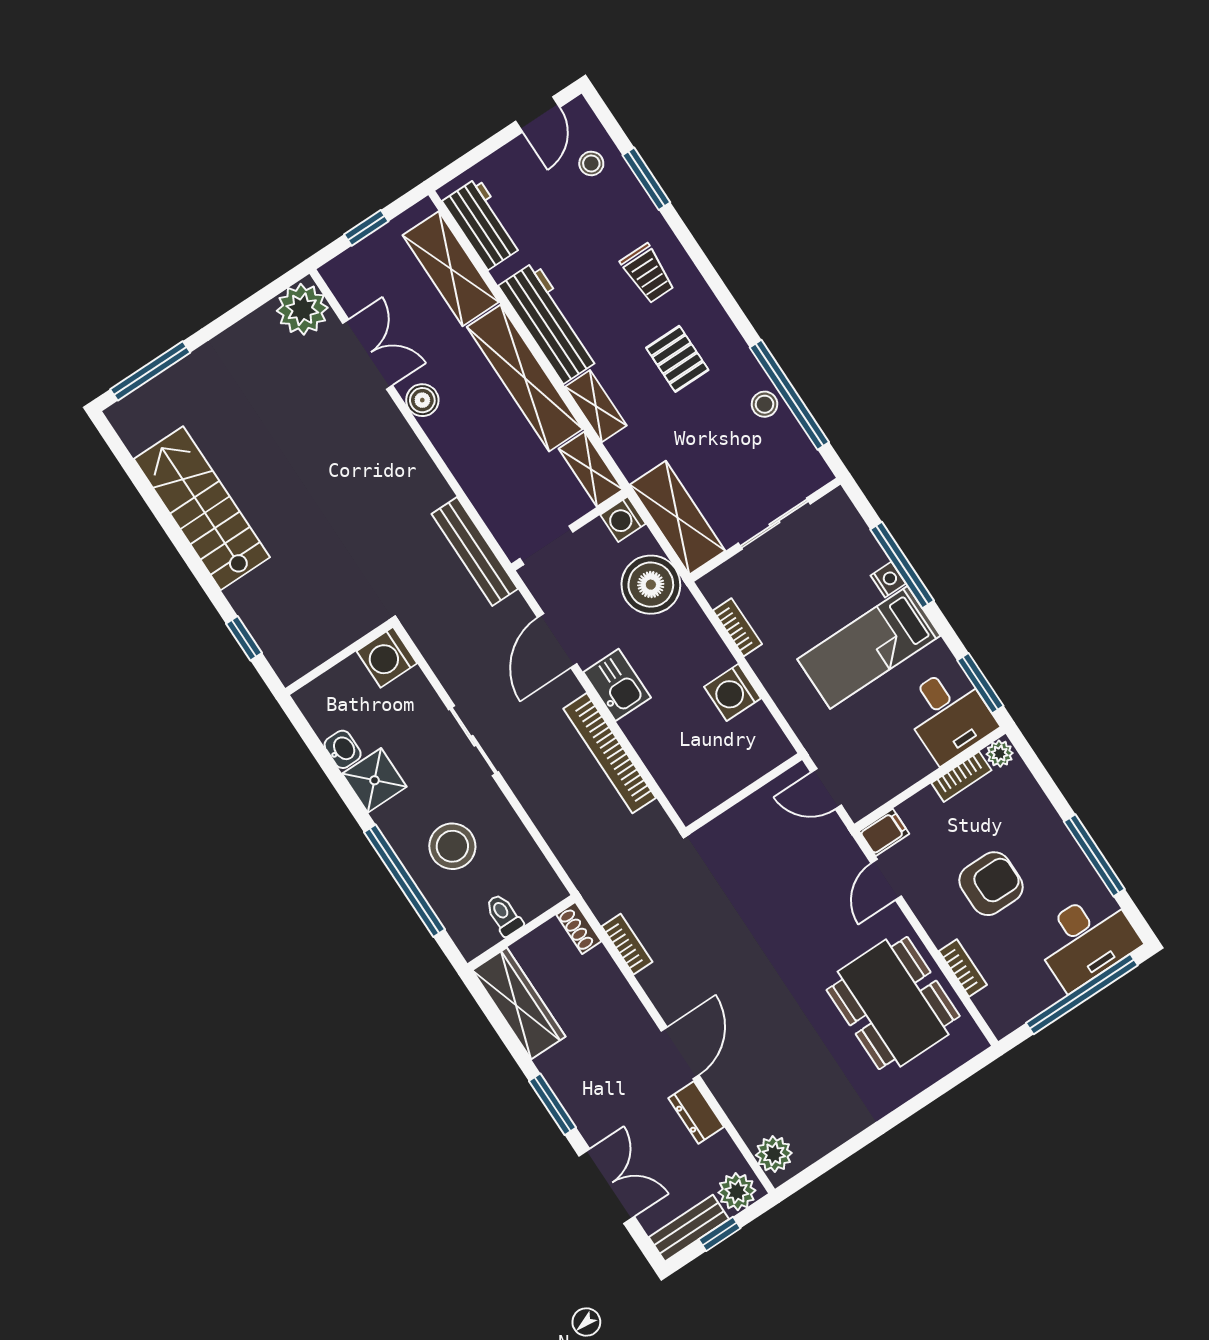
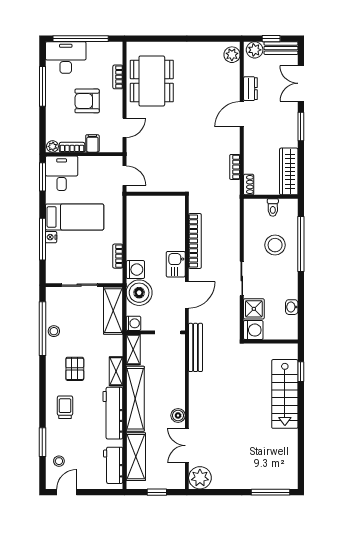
stairs: (202, 508) -> (285, 394), moved
washing machine: (732, 692) -> (135, 270), moved
shower: (374, 780) -> (254, 309), moved
filing cabinet: (884, 832) -> (92, 143), moved, turned 90

